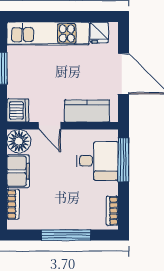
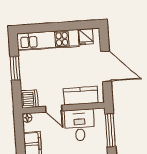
floor lamp: (19, 141) -> (27, 118), width x0.53, depth x0.53
desk: (97, 161) -> (80, 125), moved, turned -90

